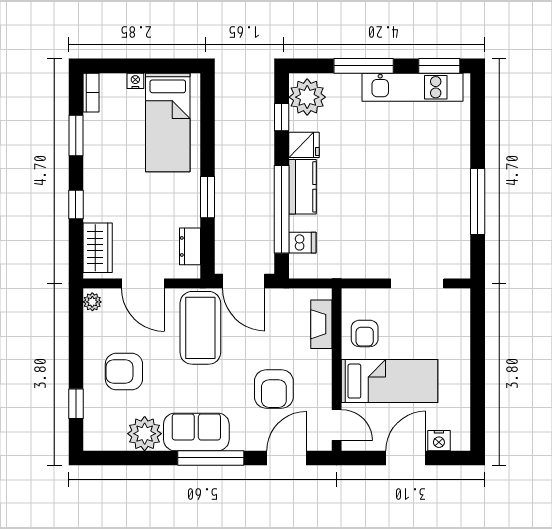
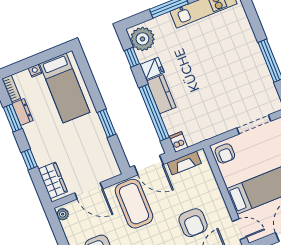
dishwasher: (302, 243) -> (178, 142), moved, turned -90
dresser: (190, 246) -> (22, 112), moved, turned 180
fireplace: (321, 324) -> (184, 163), moved, turned -90
armchair: (365, 333) -> (225, 153), moved

